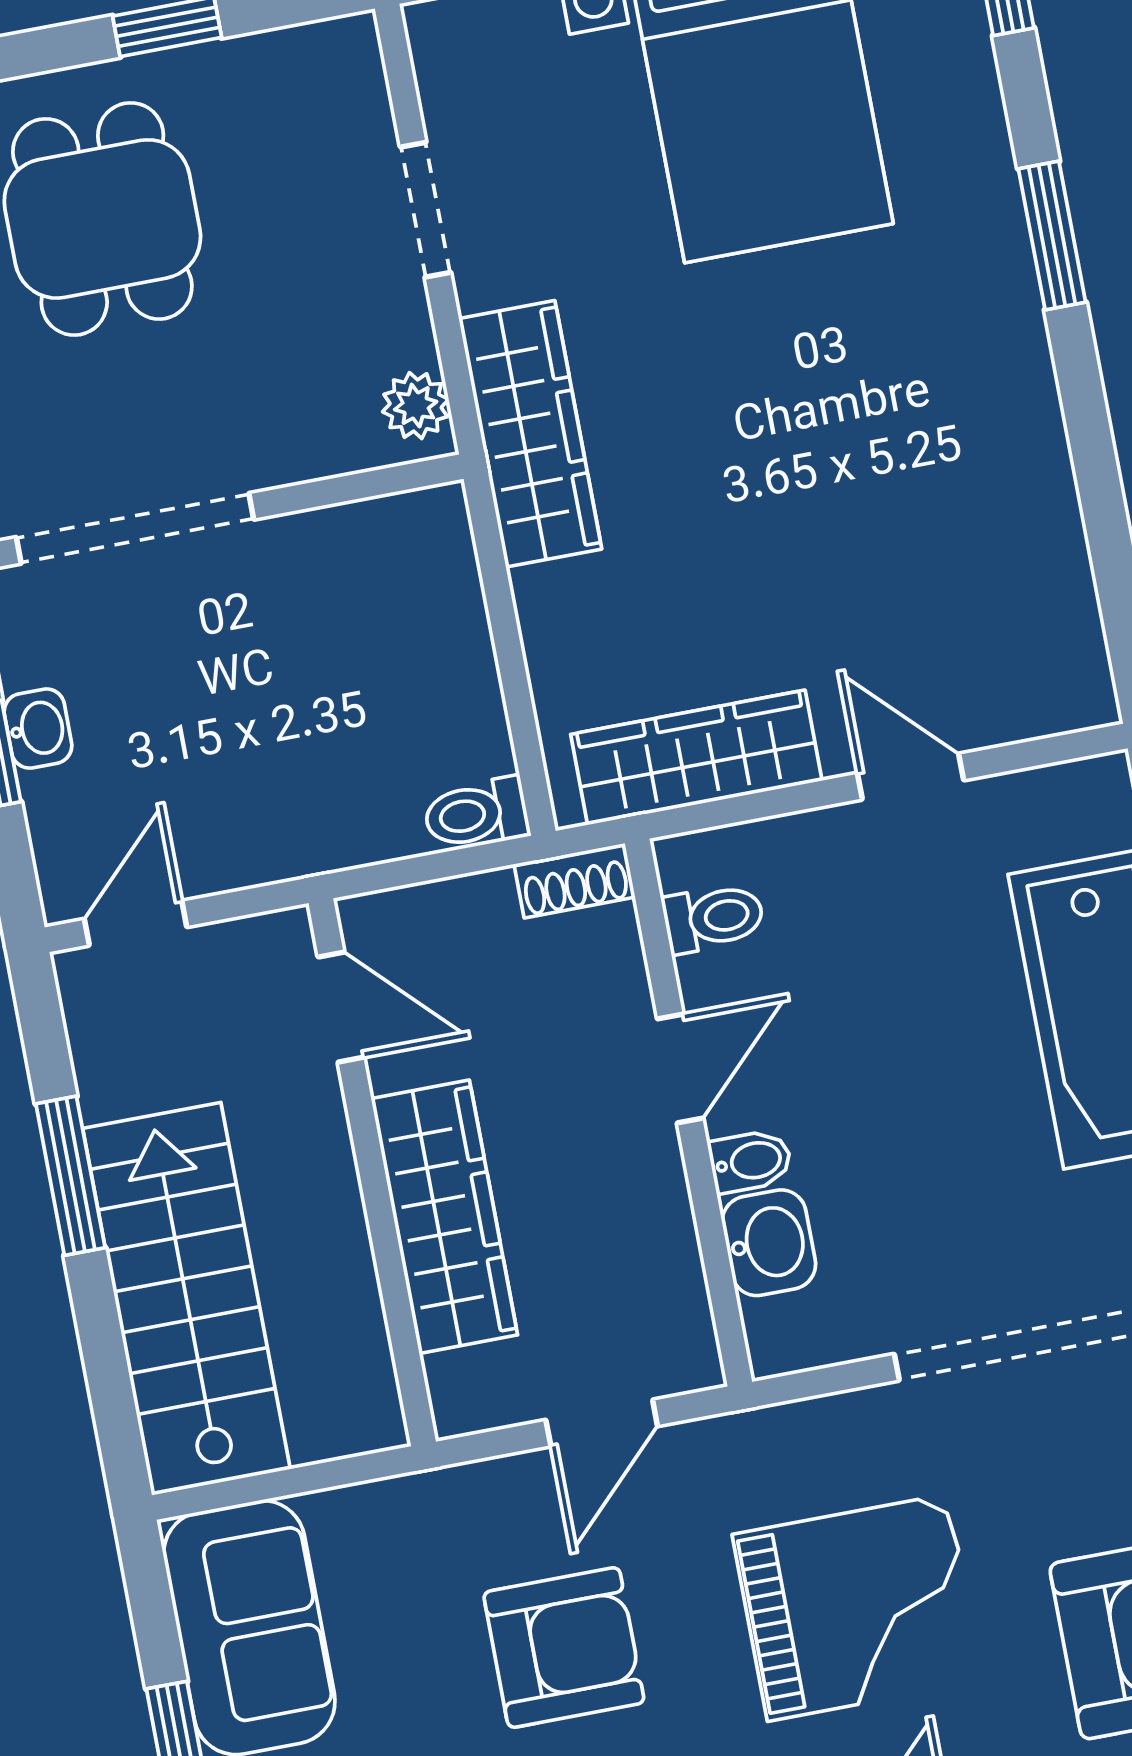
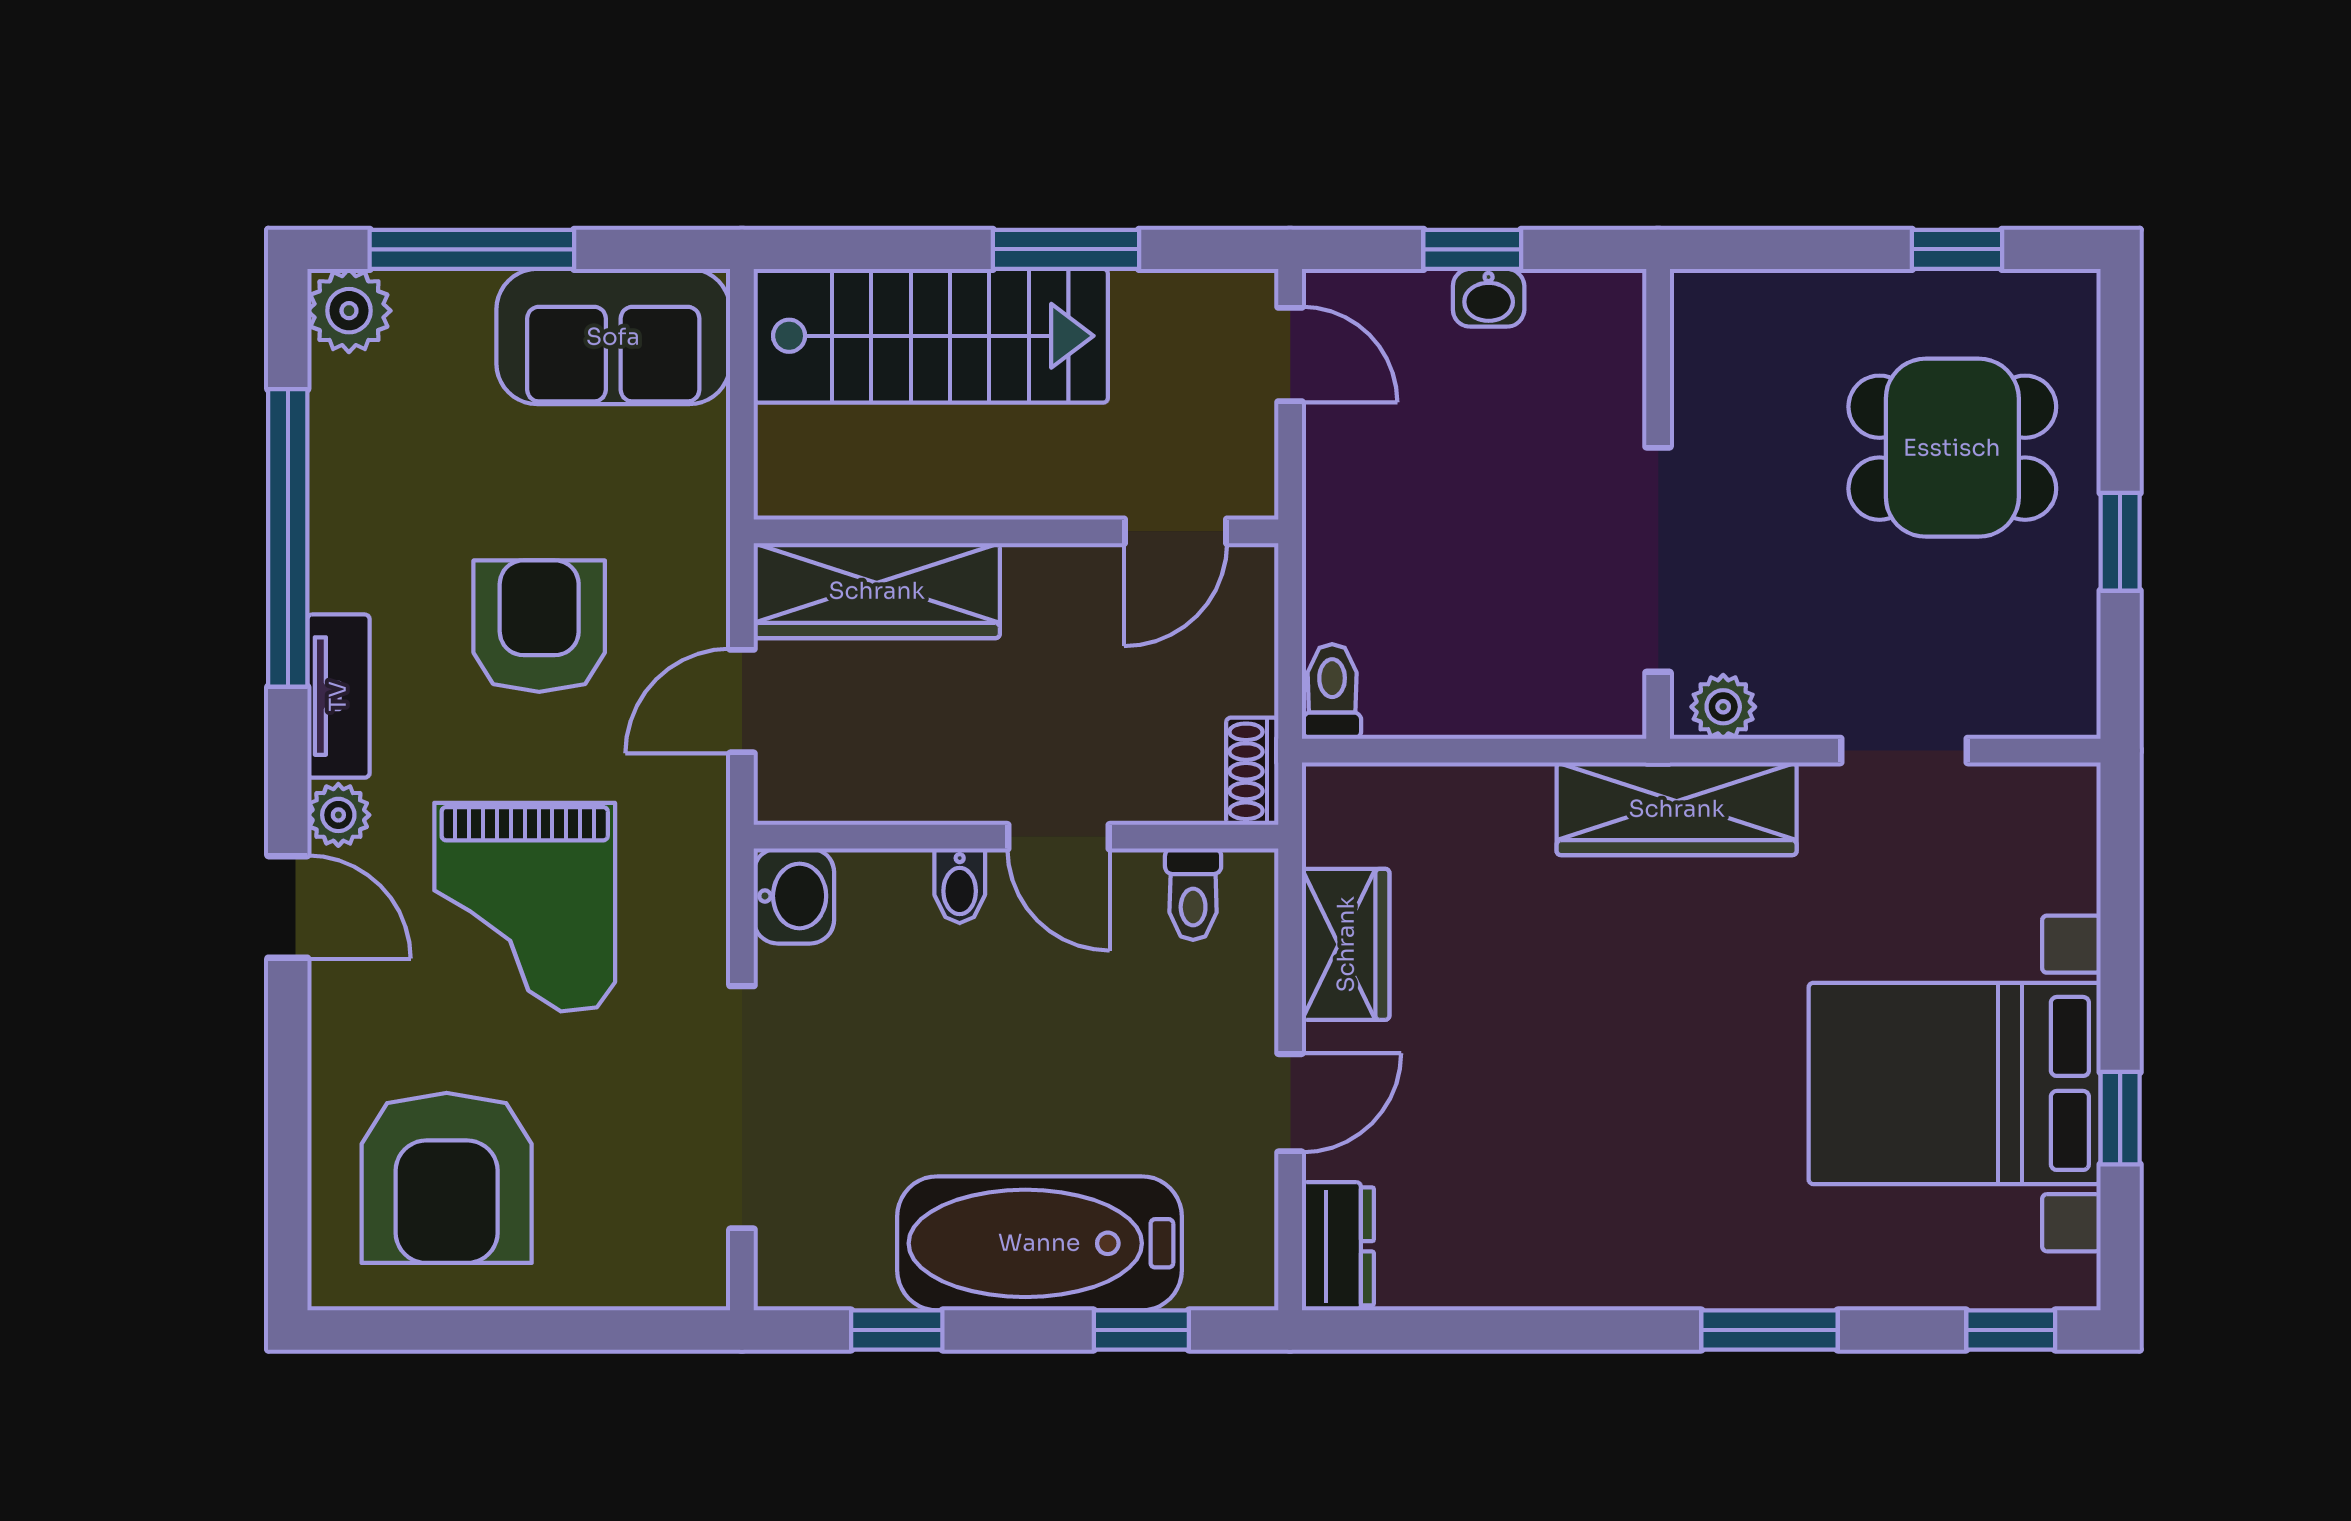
doorway: (135, 528) -> (1658, 560), moved
dresser: (1050, 699) -> (1338, 1246), added
wardrobe: (696, 758) -> (1346, 944), width x0.67
wardrobe: (444, 1217) -> (877, 591), moved
washbasin: (769, 1243) -> (794, 896), moved, turned -90
door: (602, 1423) -> (742, 701), hinge flipped
armchair: (564, 1648) -> (539, 626), turned 180

